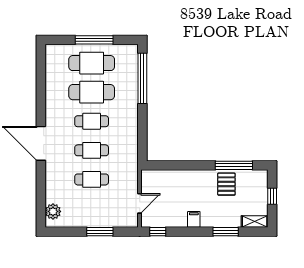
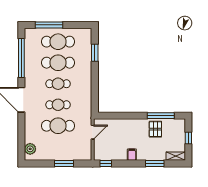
window: (94, 40) -> (49, 25), moved
window: (142, 78) -> (95, 53), width x0.47
window: (41, 86) -> (21, 58), added
cafe table: (92, 179) -> (58, 126), width x1.37, depth x1.35
door: (140, 203) -> (93, 132), moved

